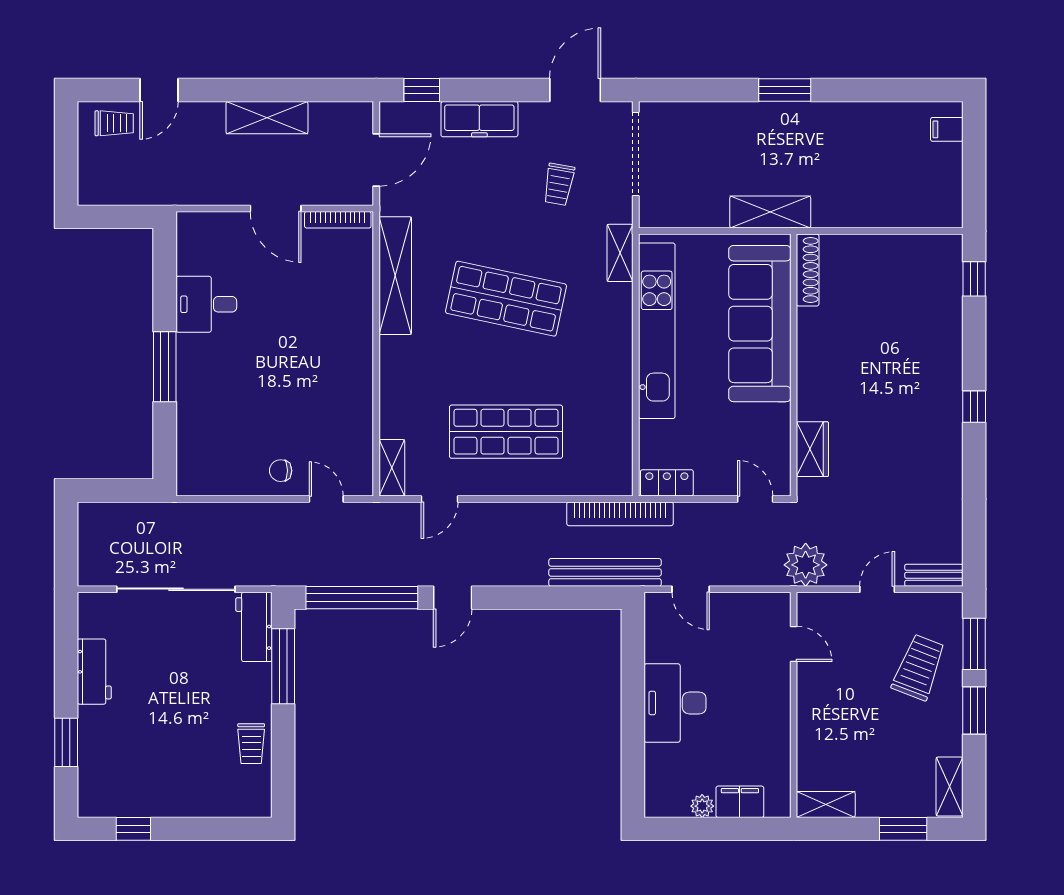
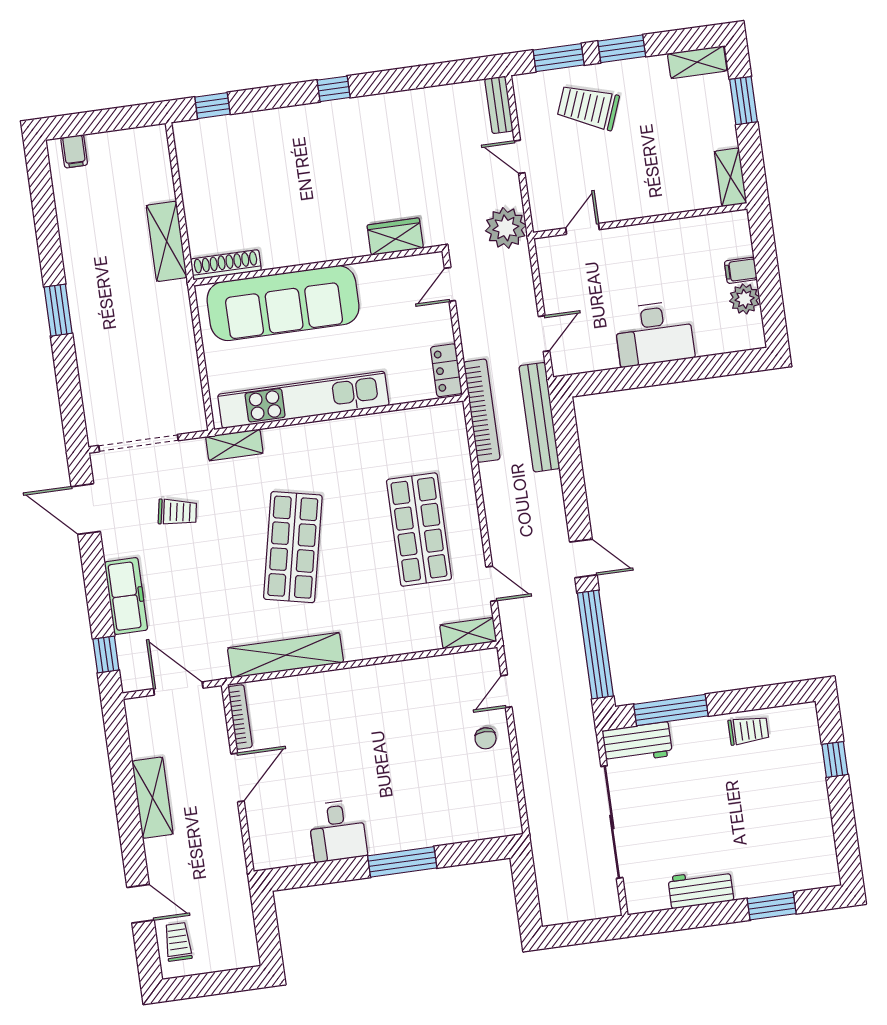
shelving: (770, 212) -> (167, 241), moved
filing cabinet: (740, 802) -> (741, 270), width x0.50
plant: (702, 806) -> (745, 299), width x1.38, depth x1.38
window: (133, 829) -> (835, 759), moved

